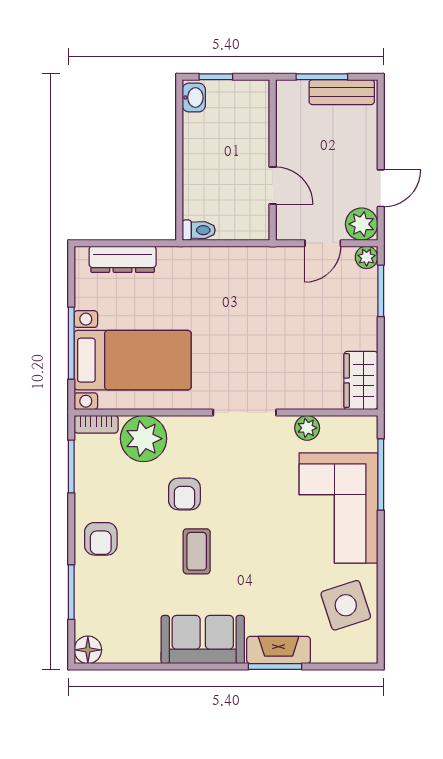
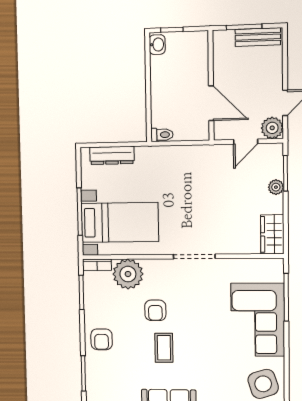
door: (273, 186) -> (211, 103), width x1.38
plant: (367, 257) -> (276, 187), moved
plant: (307, 428) -> (236, 266), removed

